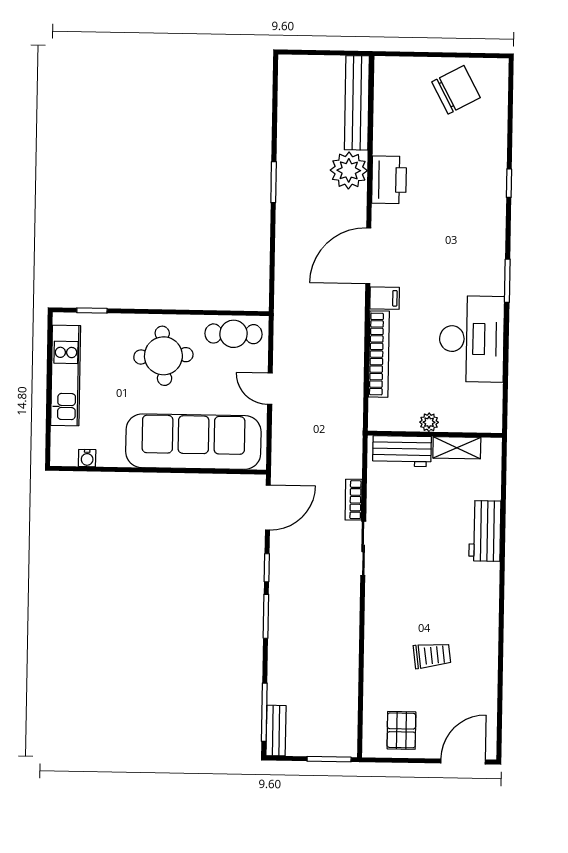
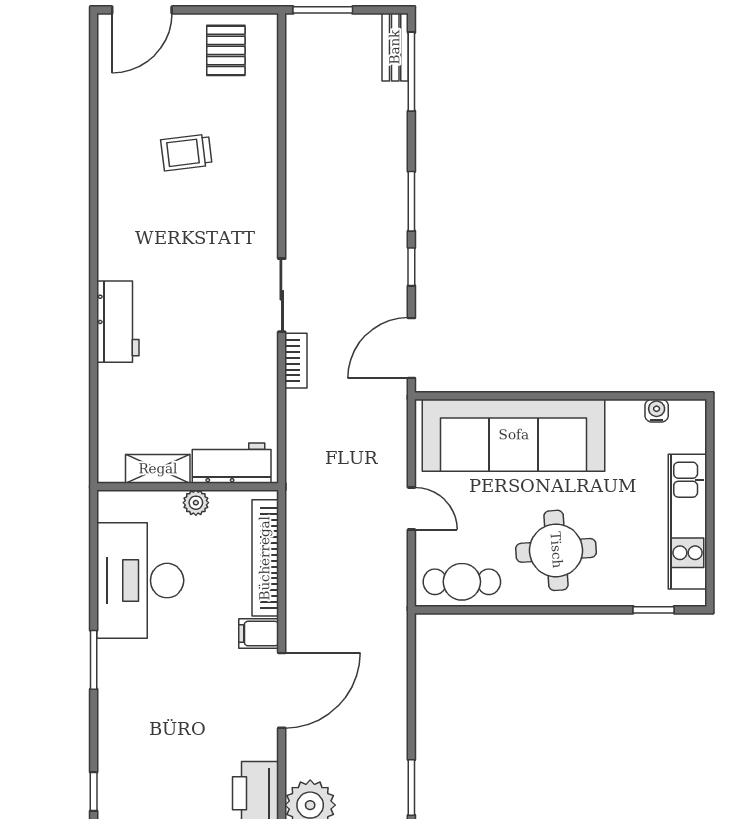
plant: (429, 422) -> (196, 503), moved
wall: (435, 434) -> (188, 487), moved
shelving: (457, 448) -> (158, 469), moved
workbench: (402, 451) -> (232, 463), moved

